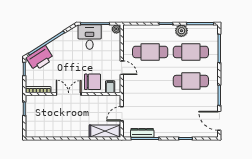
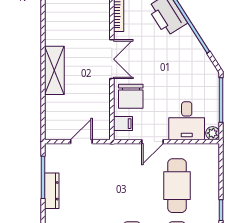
desk: (90, 37) -> (187, 121), moved, turned 90
door: (122, 114) -> (81, 142), hinge flipped
shelving: (105, 131) -> (54, 70), moved
dresser: (142, 133) -> (52, 191), moved

